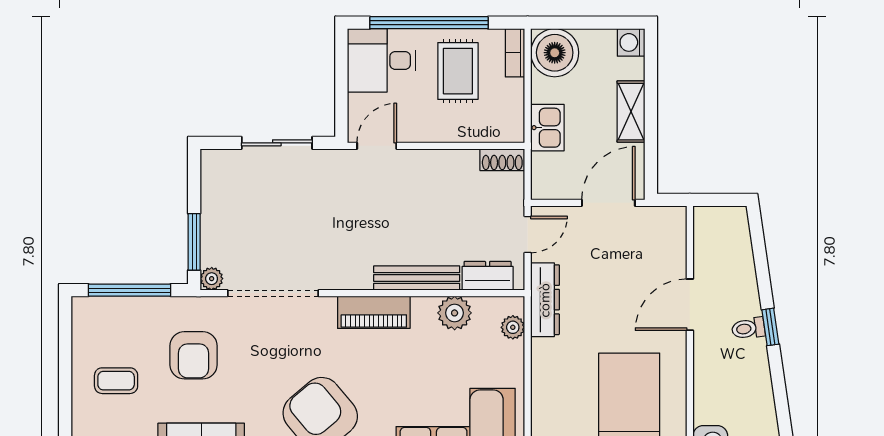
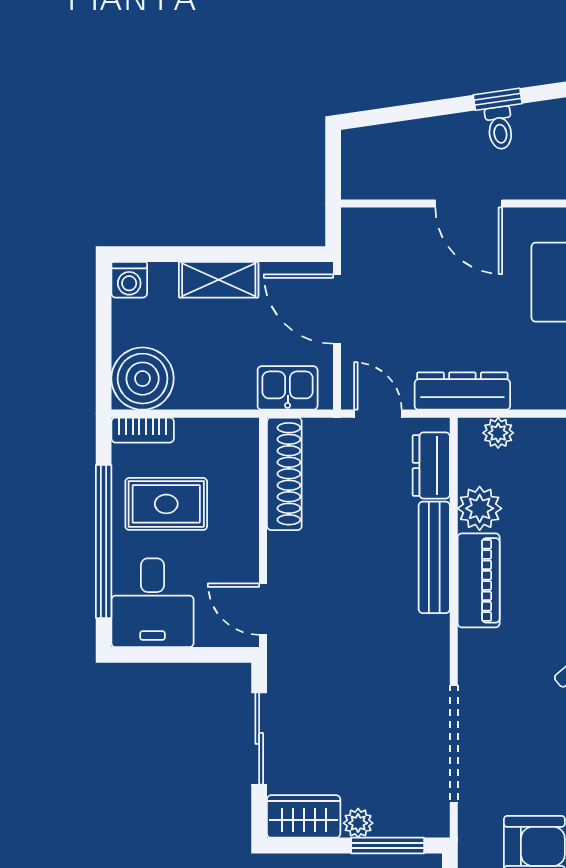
kitchen sink: (547, 128) -> (288, 388), moved
shoe rack: (502, 160) -> (284, 474), width x1.94, depth x1.24
wardrobe: (217, 177) -> (304, 816), added
plant: (212, 279) -> (358, 823), moved
piano: (374, 312) -> (479, 580), moved

